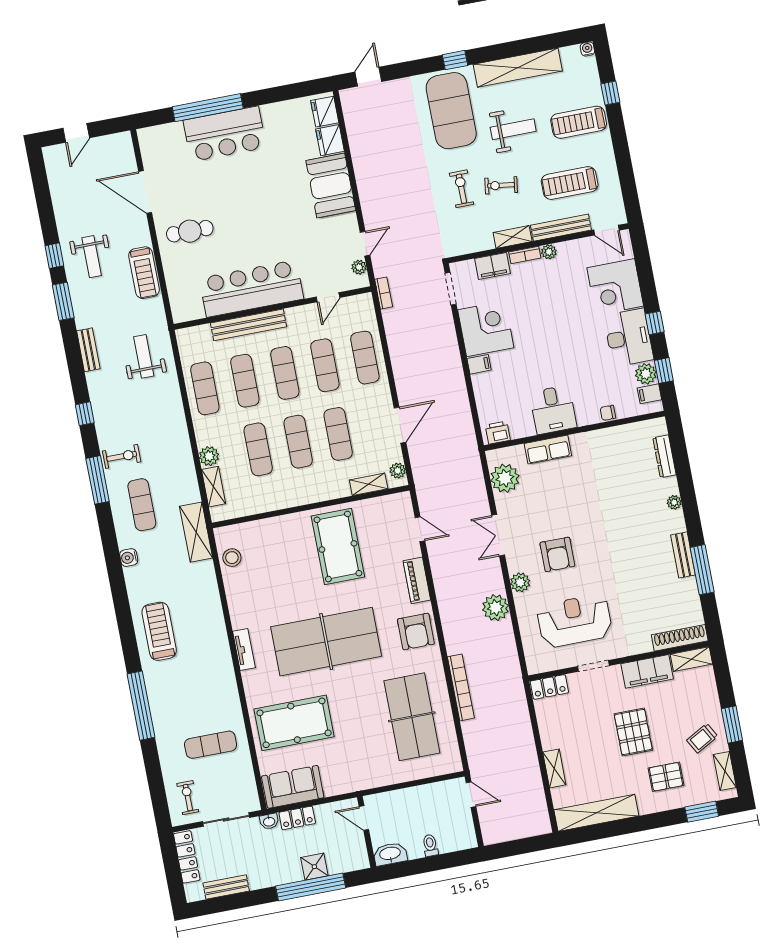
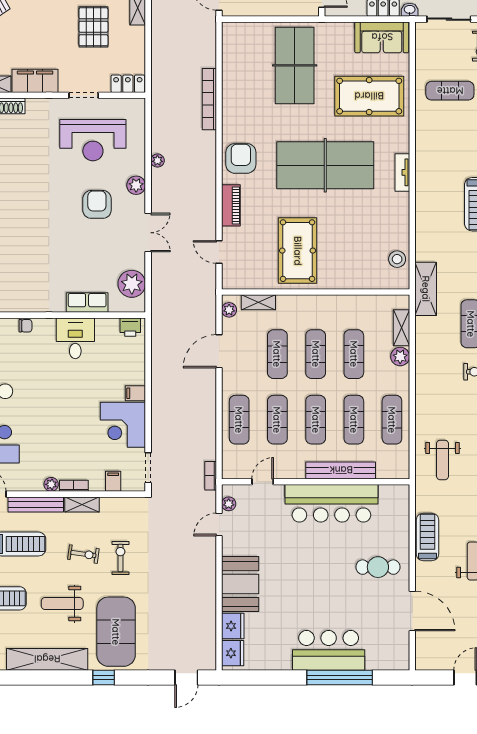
exercise bike: (461, 189) -> (120, 558), turned 180
filing cabinet: (493, 266) -> (113, 481), width x0.50
plant: (495, 608) -> (157, 161), width x0.53, depth x0.53
table tennis table: (412, 717) -> (295, 65), moved
pallet: (633, 732) -> (93, 27), moved

